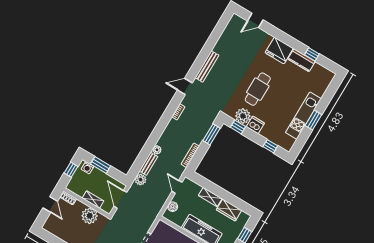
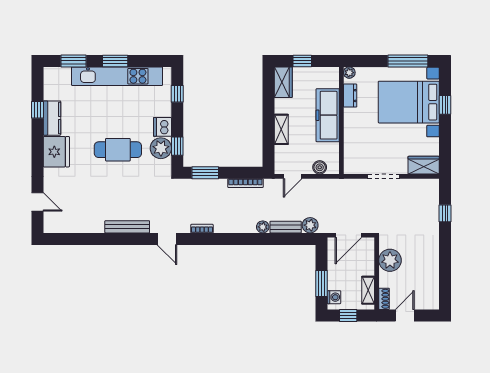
window: (329, 95) -> (74, 61), added
kitchen unit: (303, 116) -> (117, 76), width x1.36
shelving: (93, 200) -> (368, 290), moved
wardrobe: (229, 210) -> (283, 82), moved

